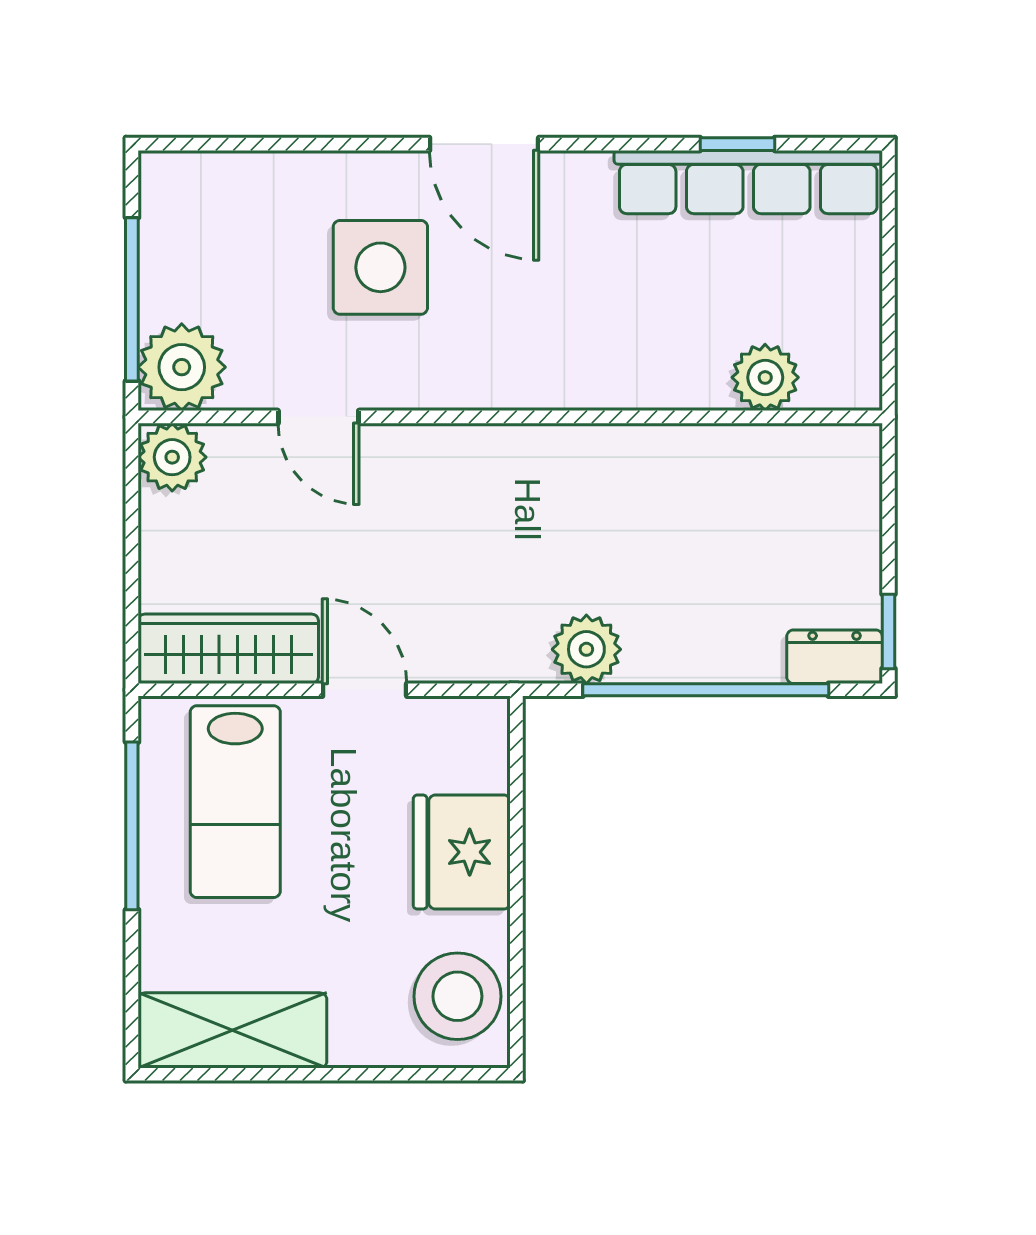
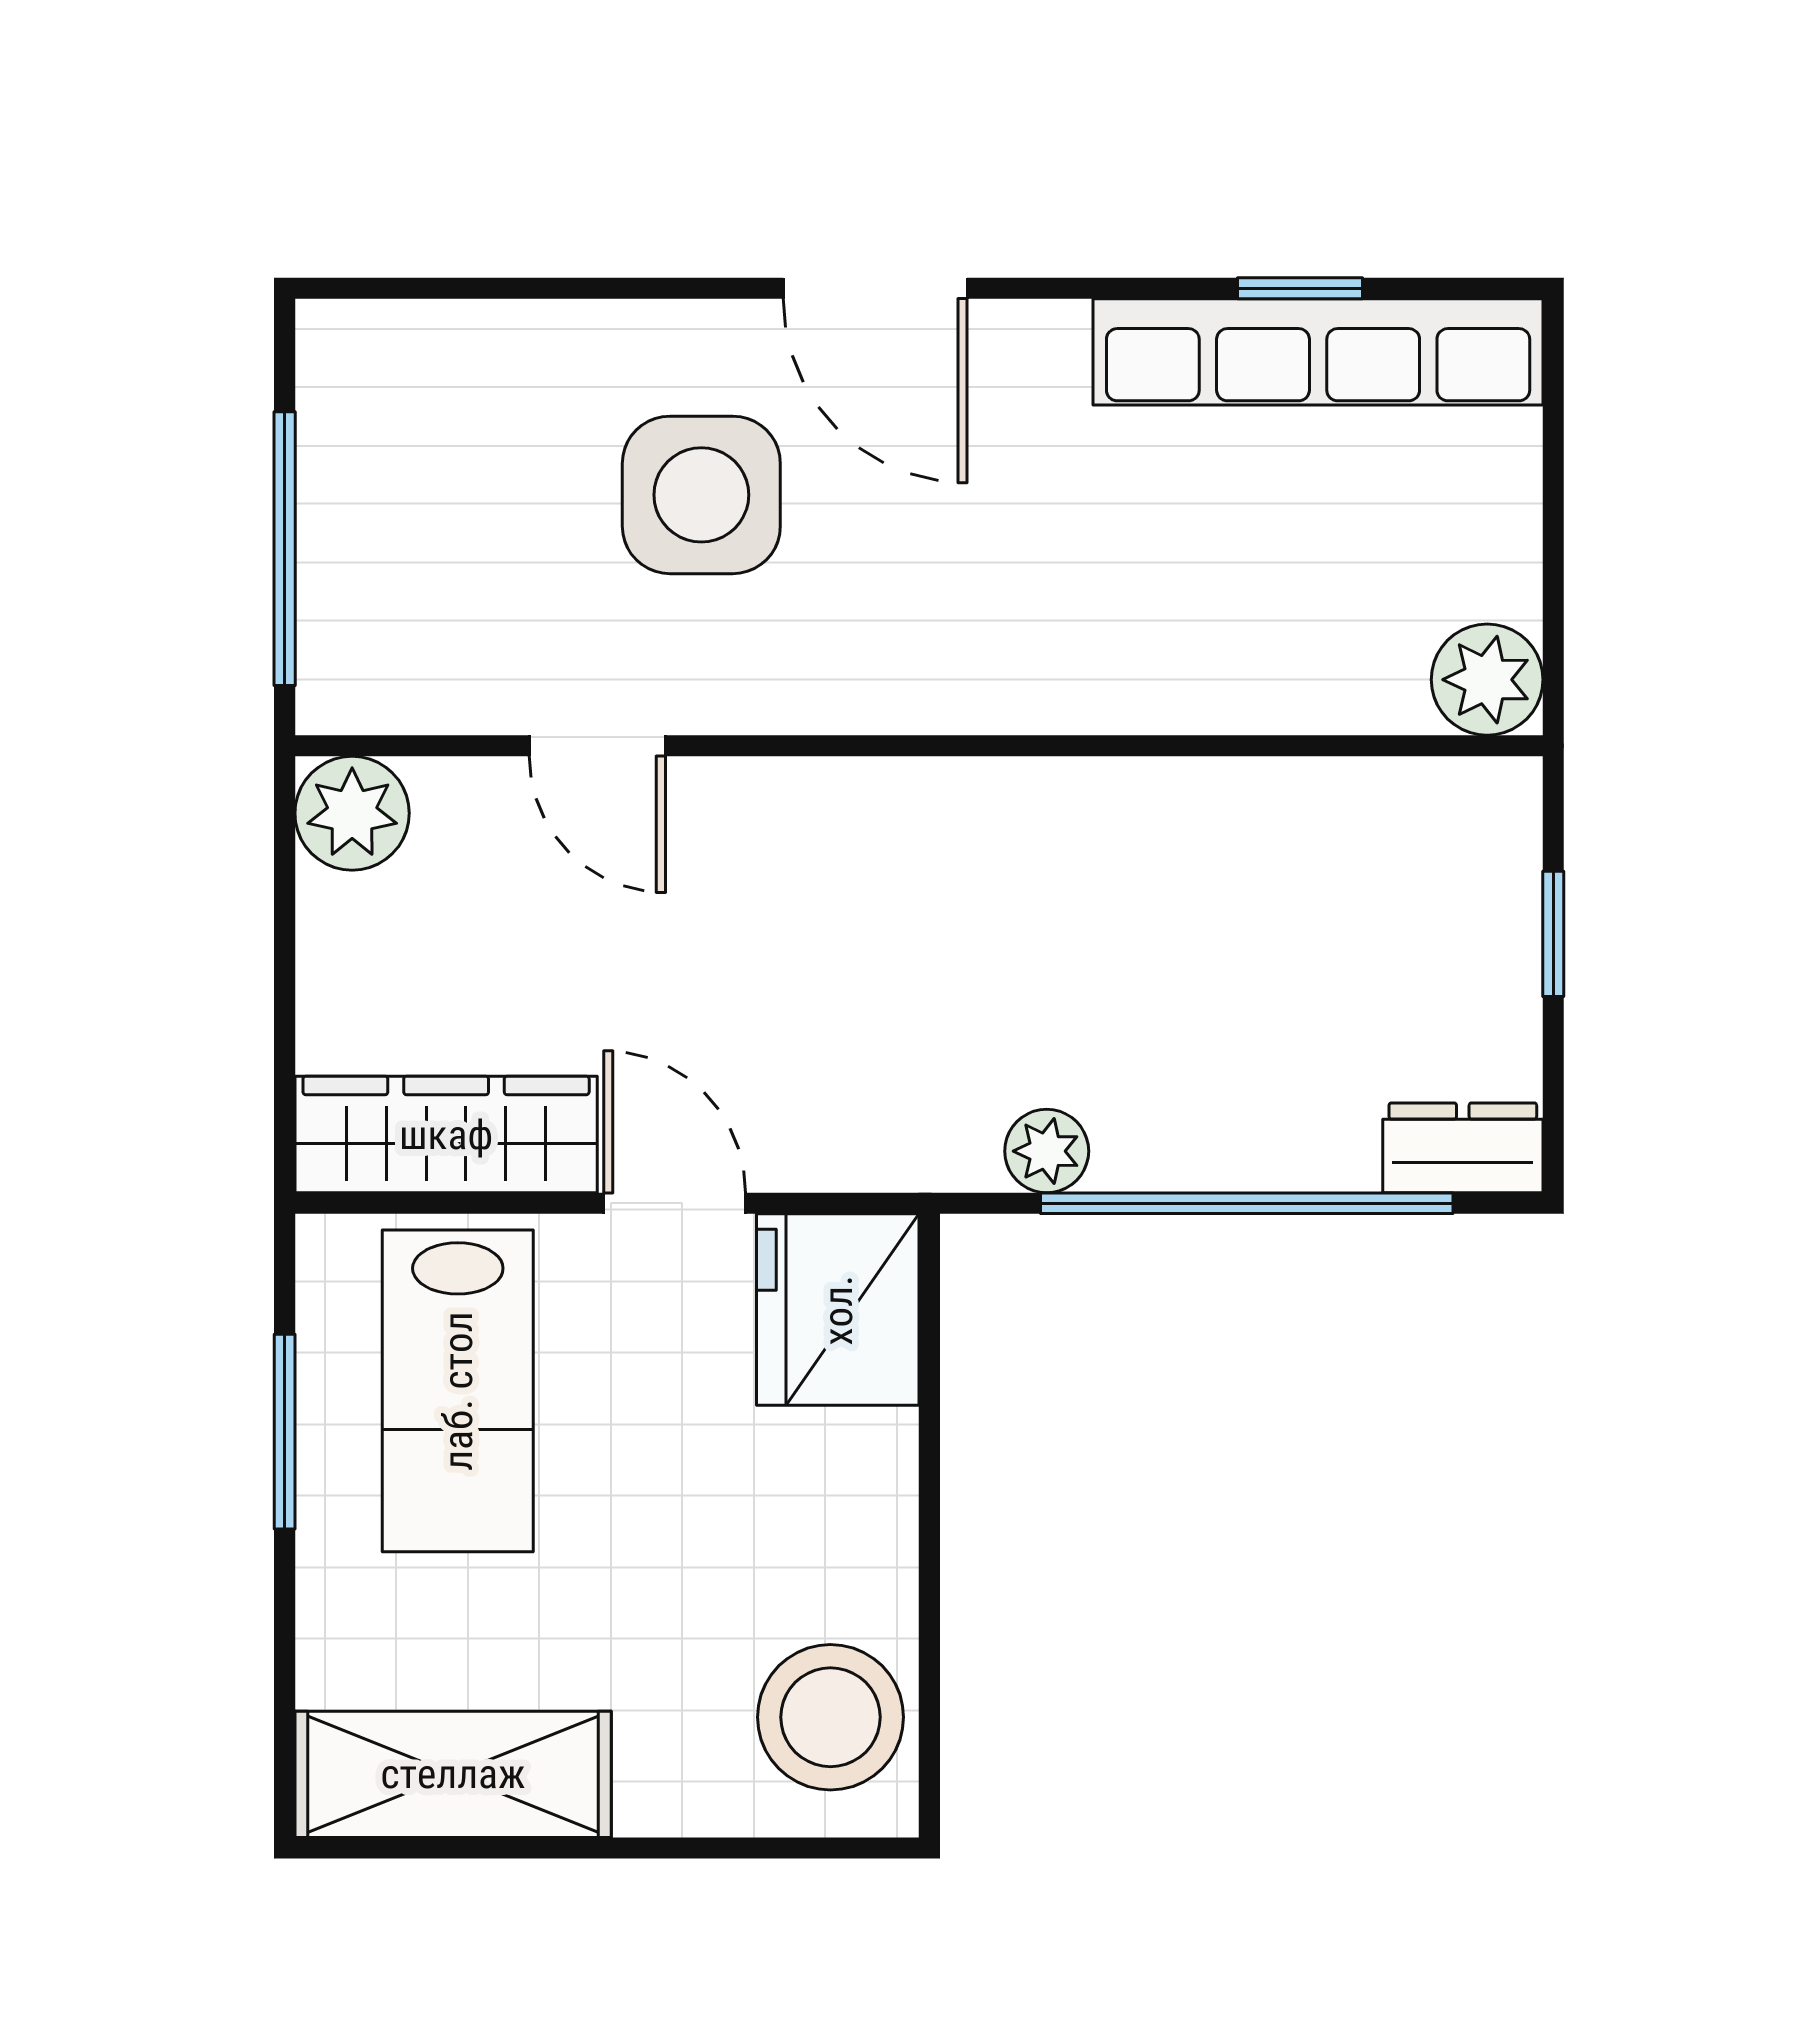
plant: (182, 367) -> (368, 662), removed
plant: (765, 377) -> (1487, 680), moved
window: (889, 631) -> (1553, 934), moved
plant: (586, 649) -> (1047, 1151), width x0.73, depth x0.73
window: (132, 826) -> (285, 1432), width x0.69
fridge: (462, 852) -> (838, 1310), moved

